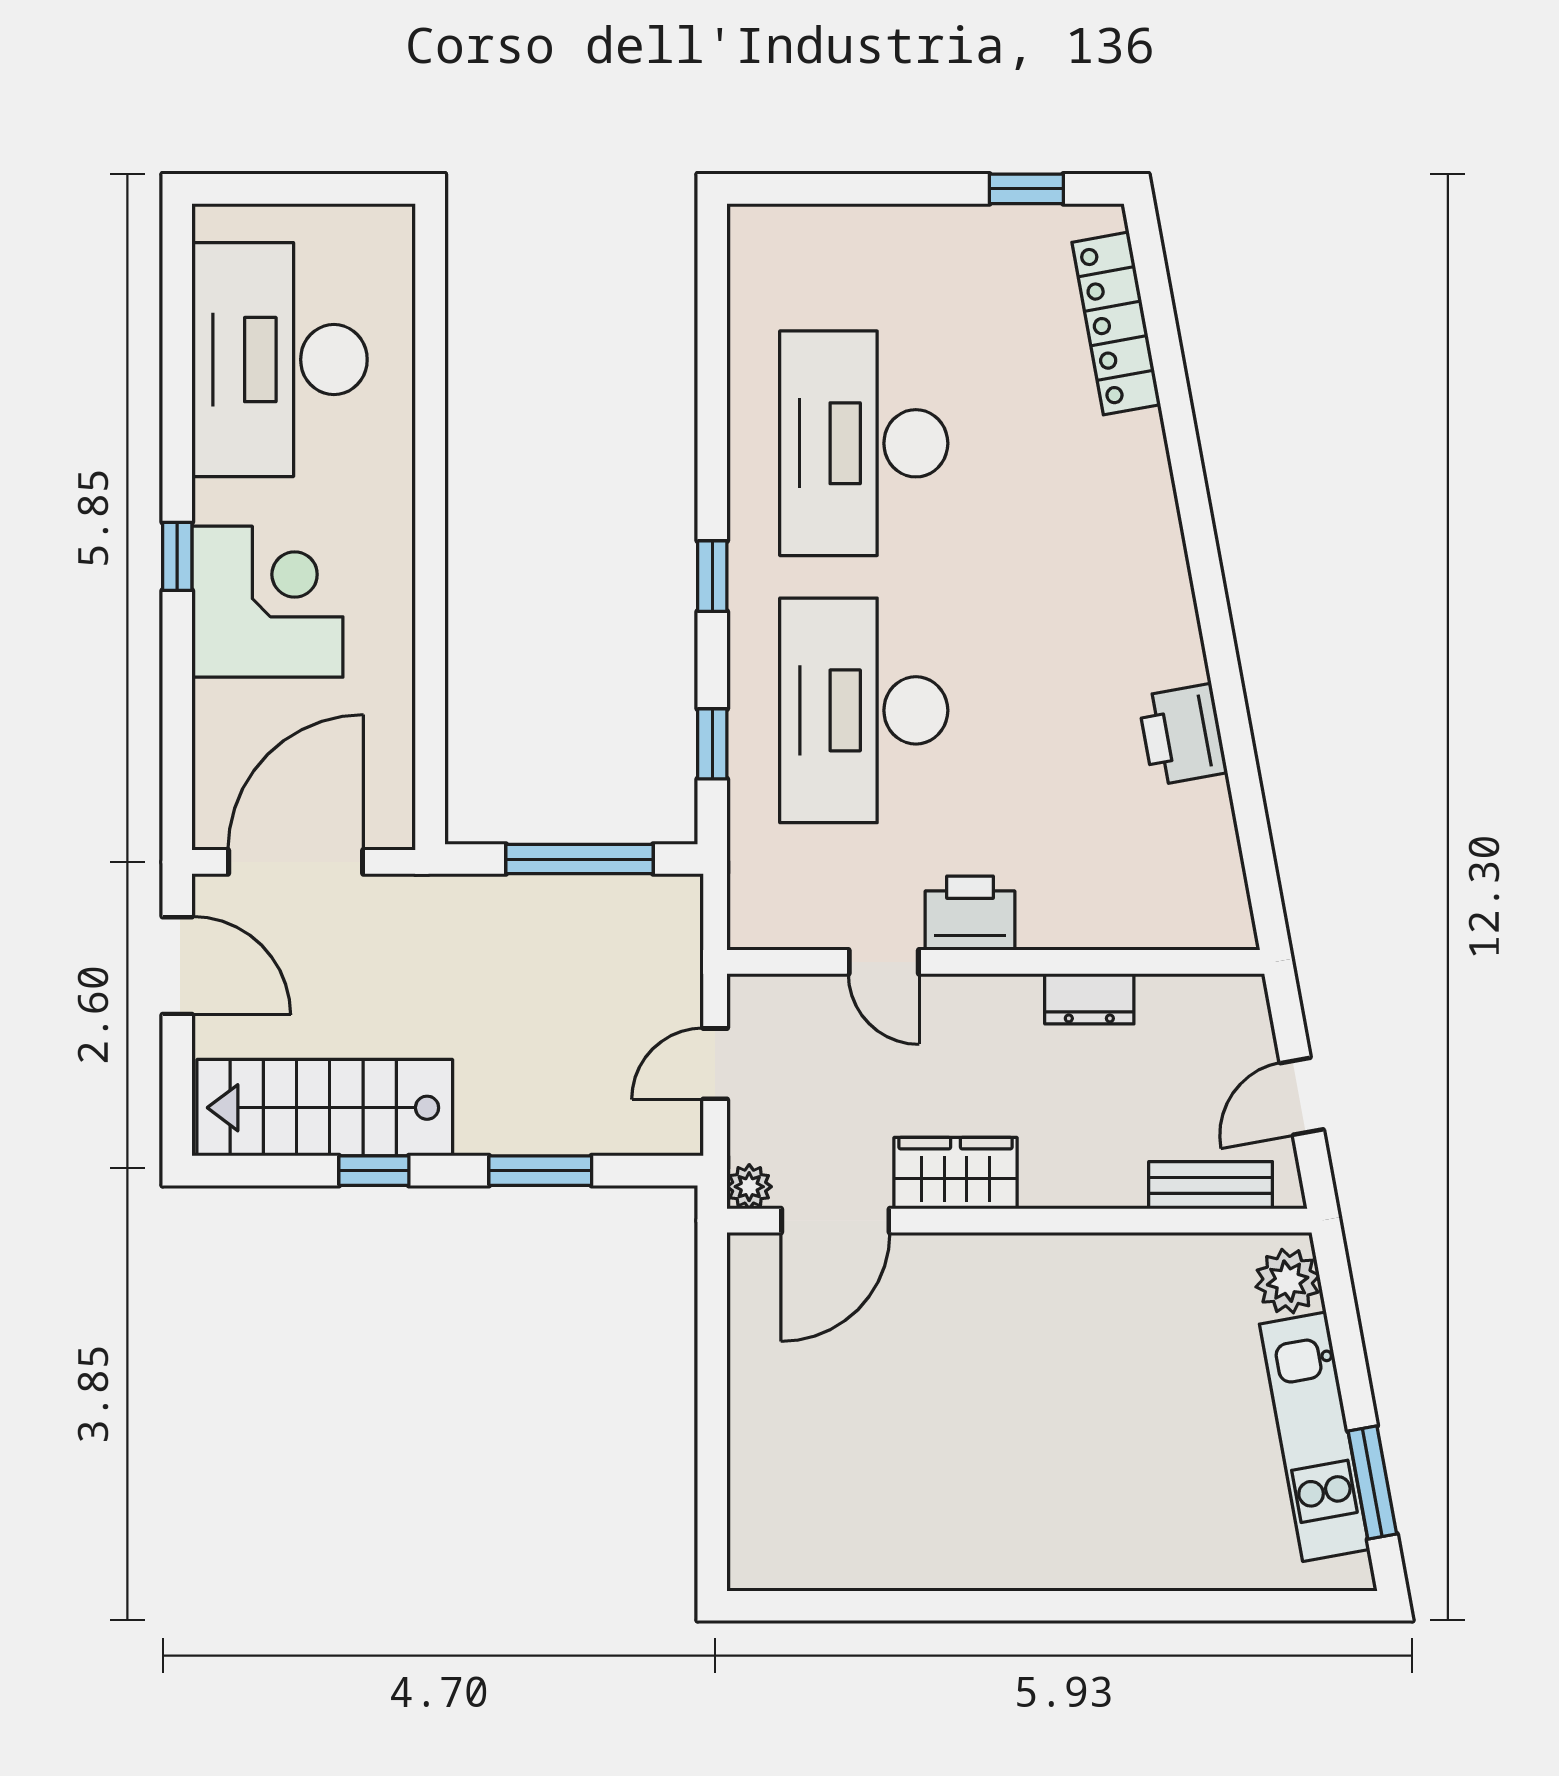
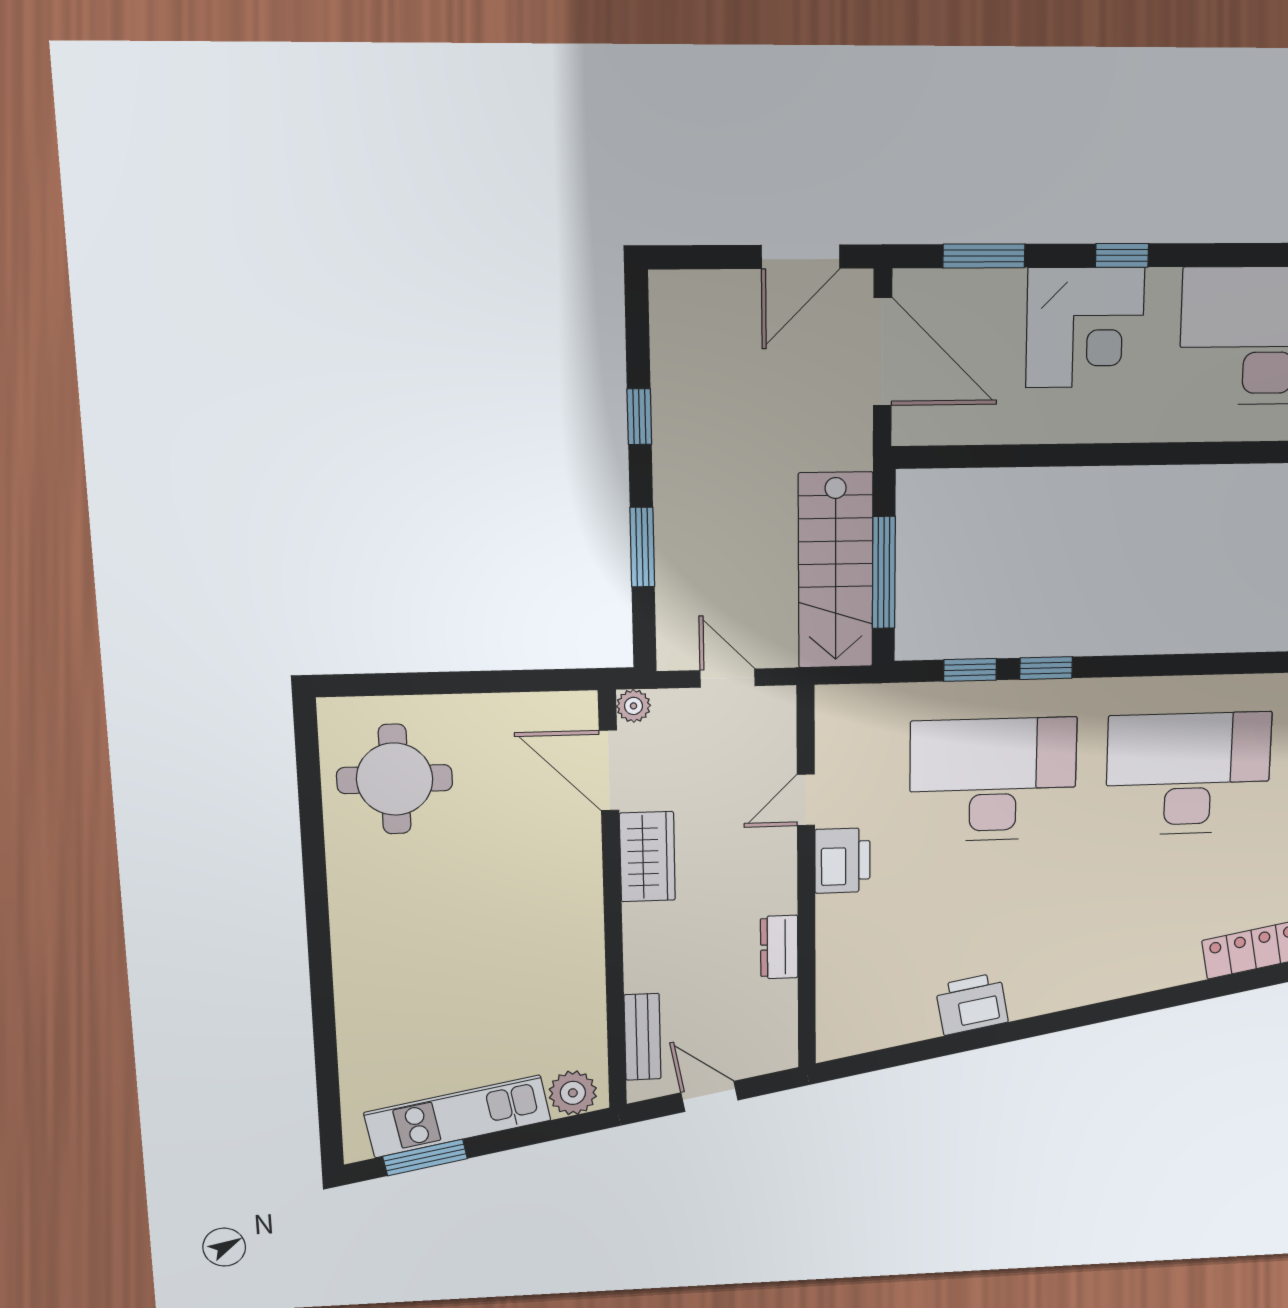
window: (712, 576) -> (1046, 668), moved
window: (177, 734) -> (984, 256), added
stairs: (325, 1108) -> (836, 570), moved, turned 180
round table: (839, 1497) -> (395, 779), added

